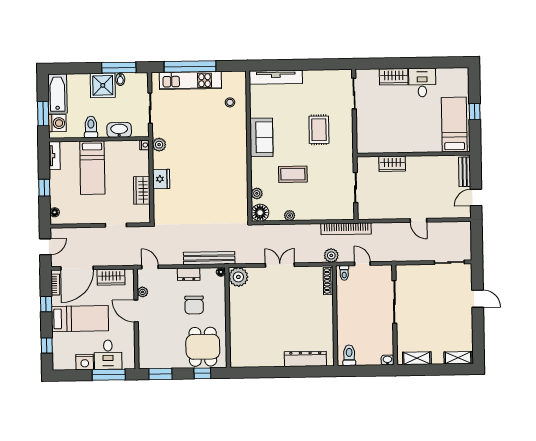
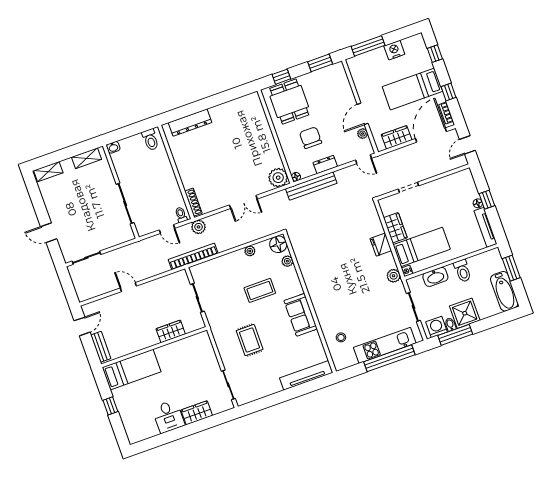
washing machine: (57, 123) -> (437, 327), moved, turned 90
bed: (454, 124) -> (132, 370), moved, turned -90
tv unit: (54, 156) -> (486, 227), width x1.41
bed: (92, 168) -> (422, 247), moved, turned 90
floor lamp: (55, 212) -> (478, 203), moved
door: (136, 311) -> (363, 114), swing flipped
desk: (108, 355) -> (375, 64), removed

